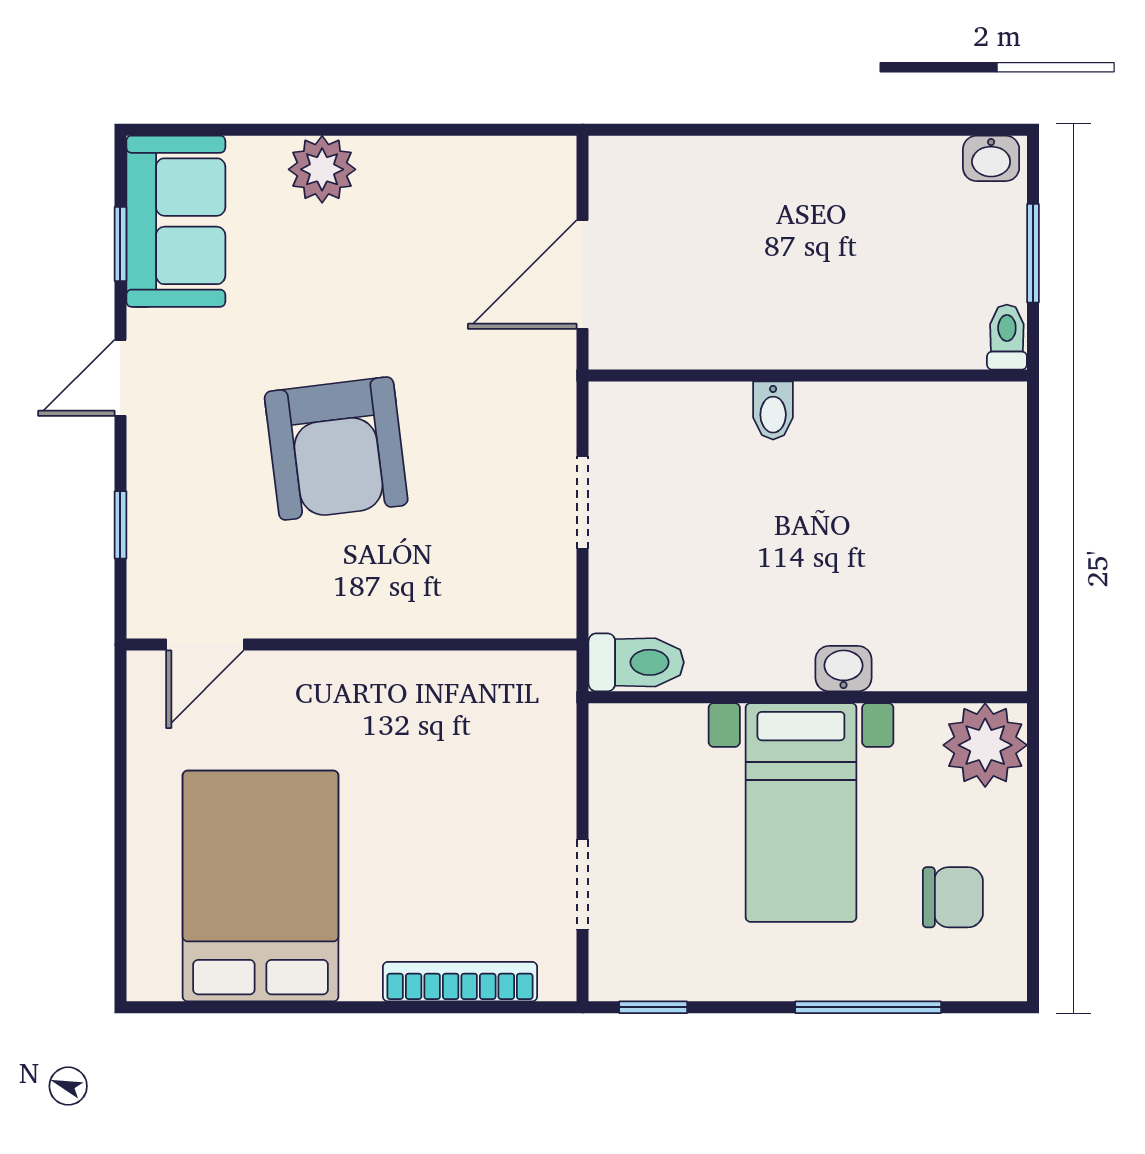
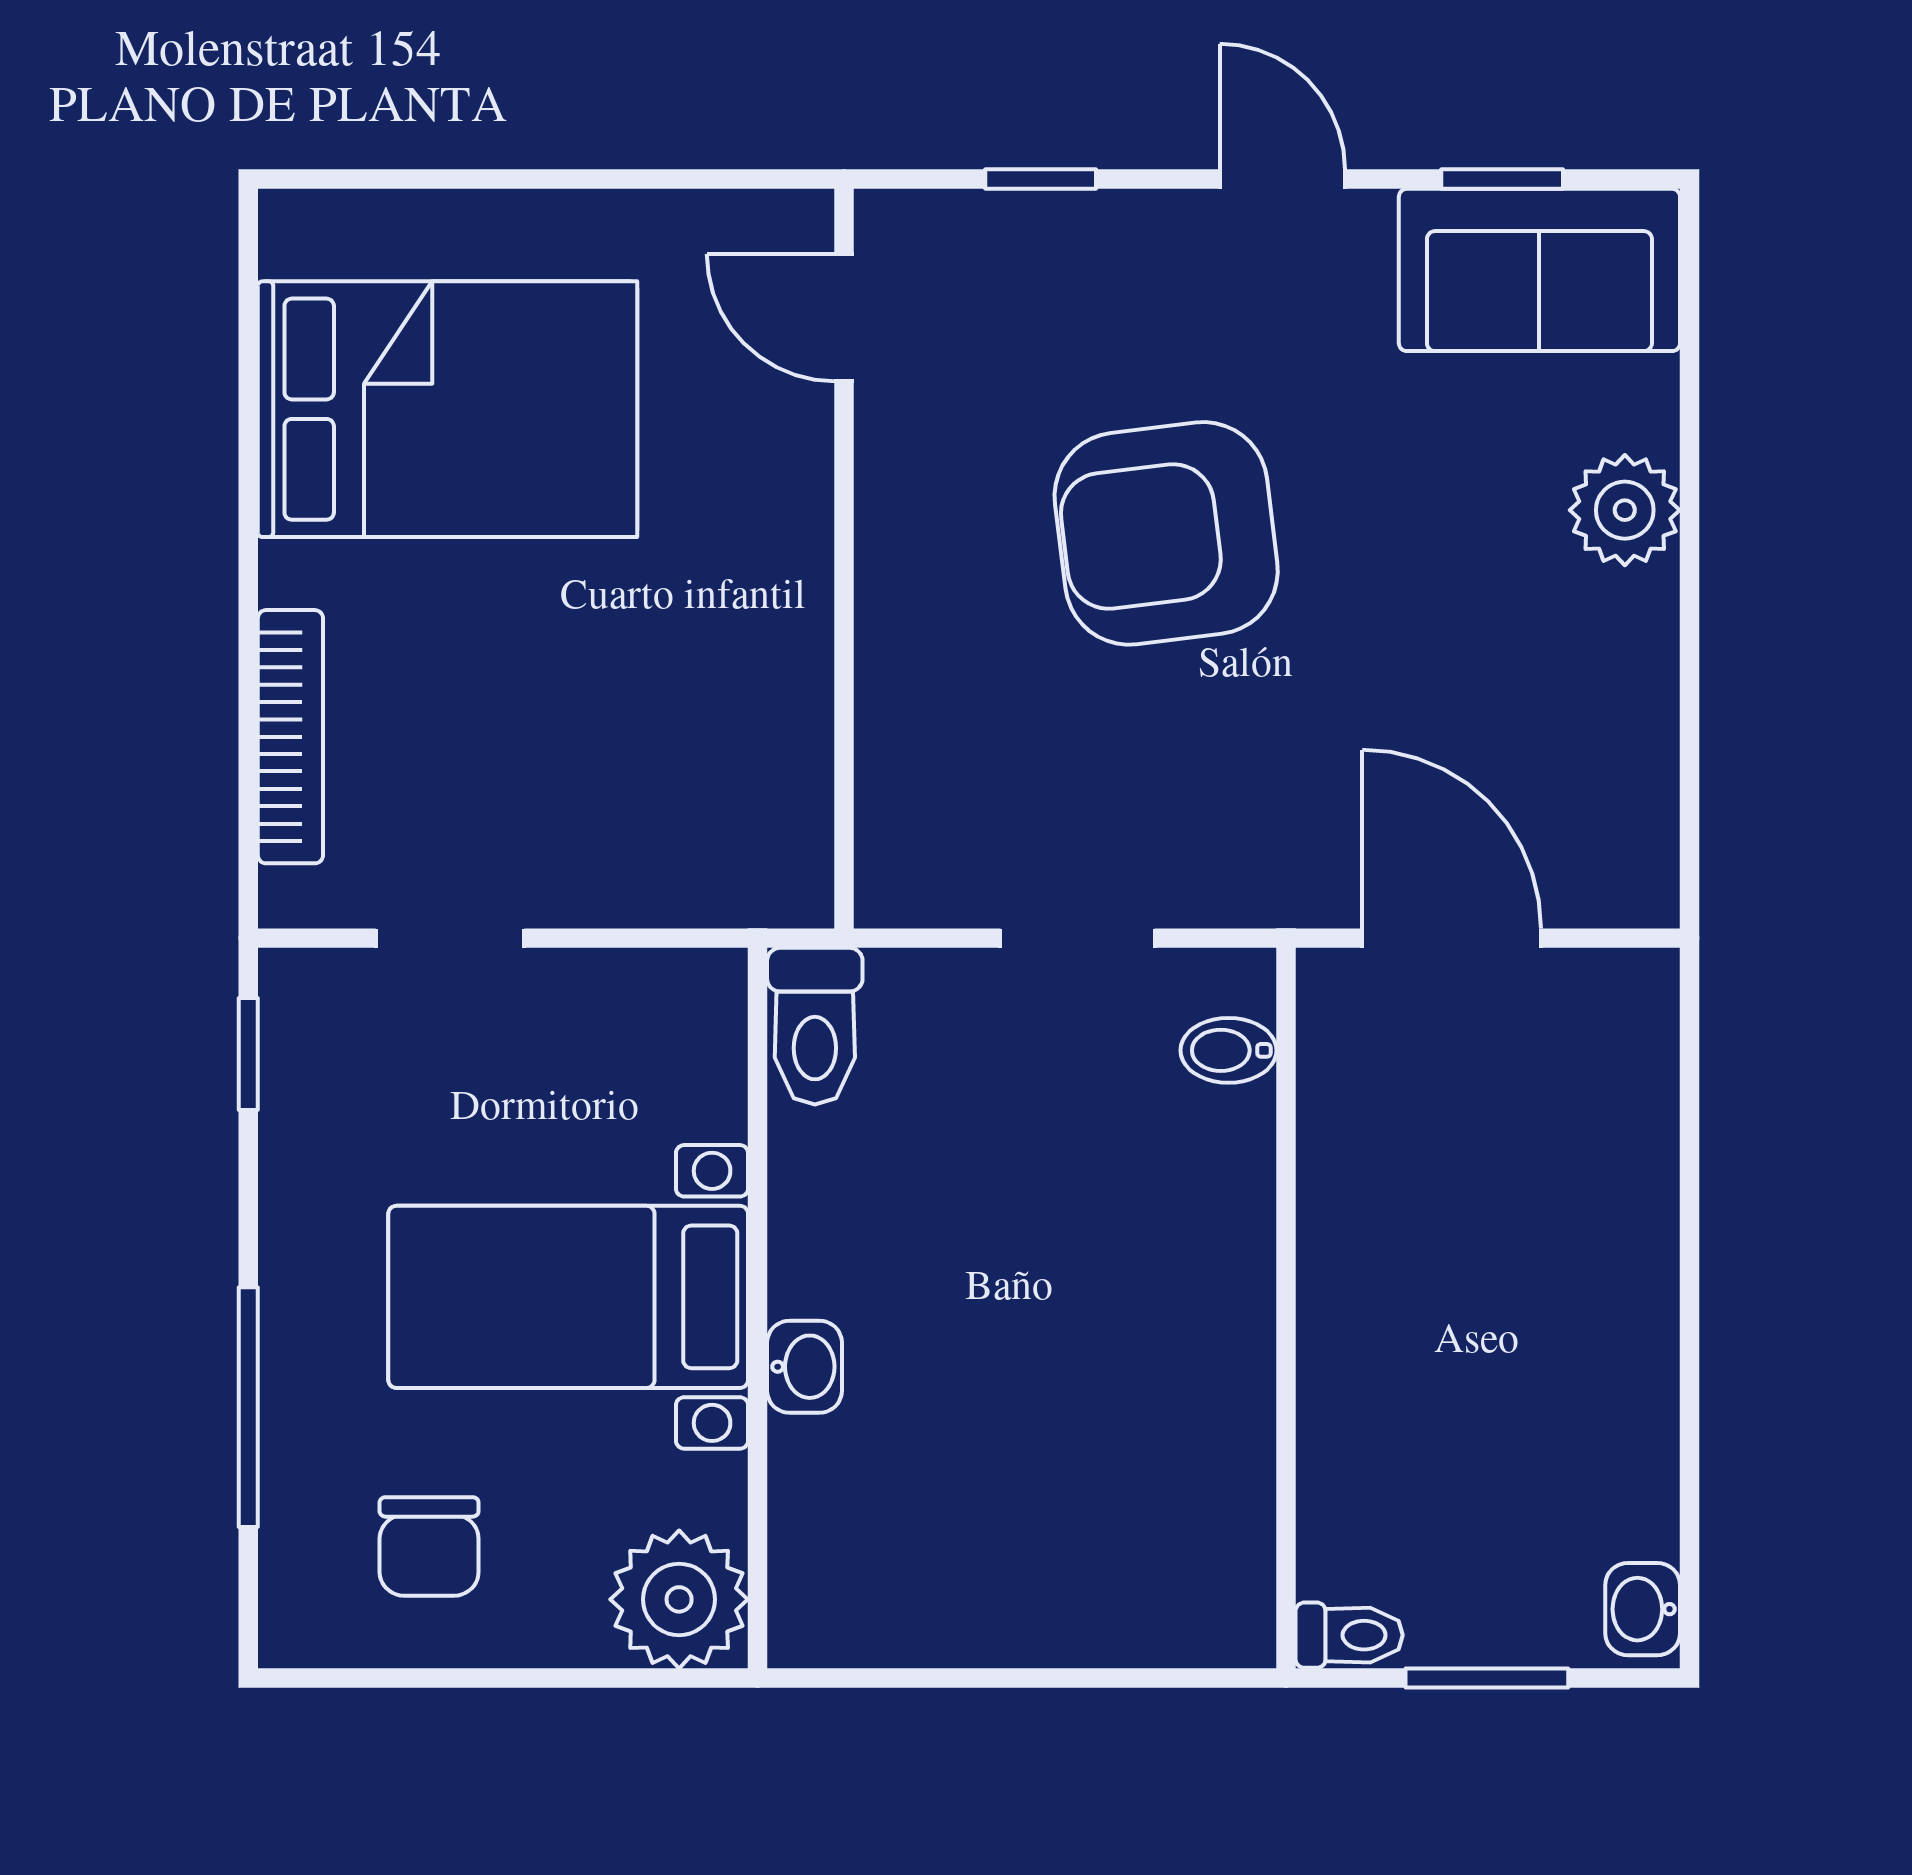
bidet: (773, 411) -> (1228, 1050), moved

